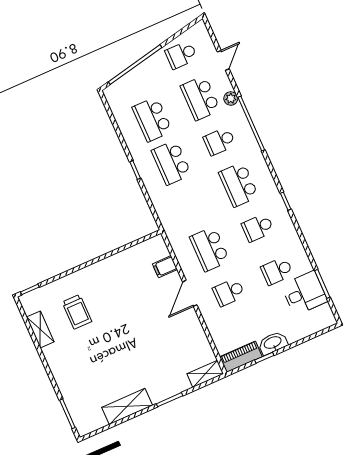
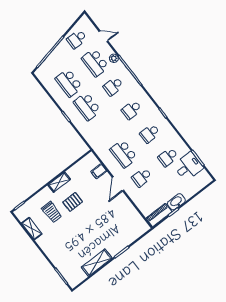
door: (223, 60) -> (103, 36), hinge flipped
school desk: (239, 184) -> (132, 110), width x0.54
pallet: (113, 304) -> (73, 202), added
shelving: (205, 374) -> (59, 182), moved

